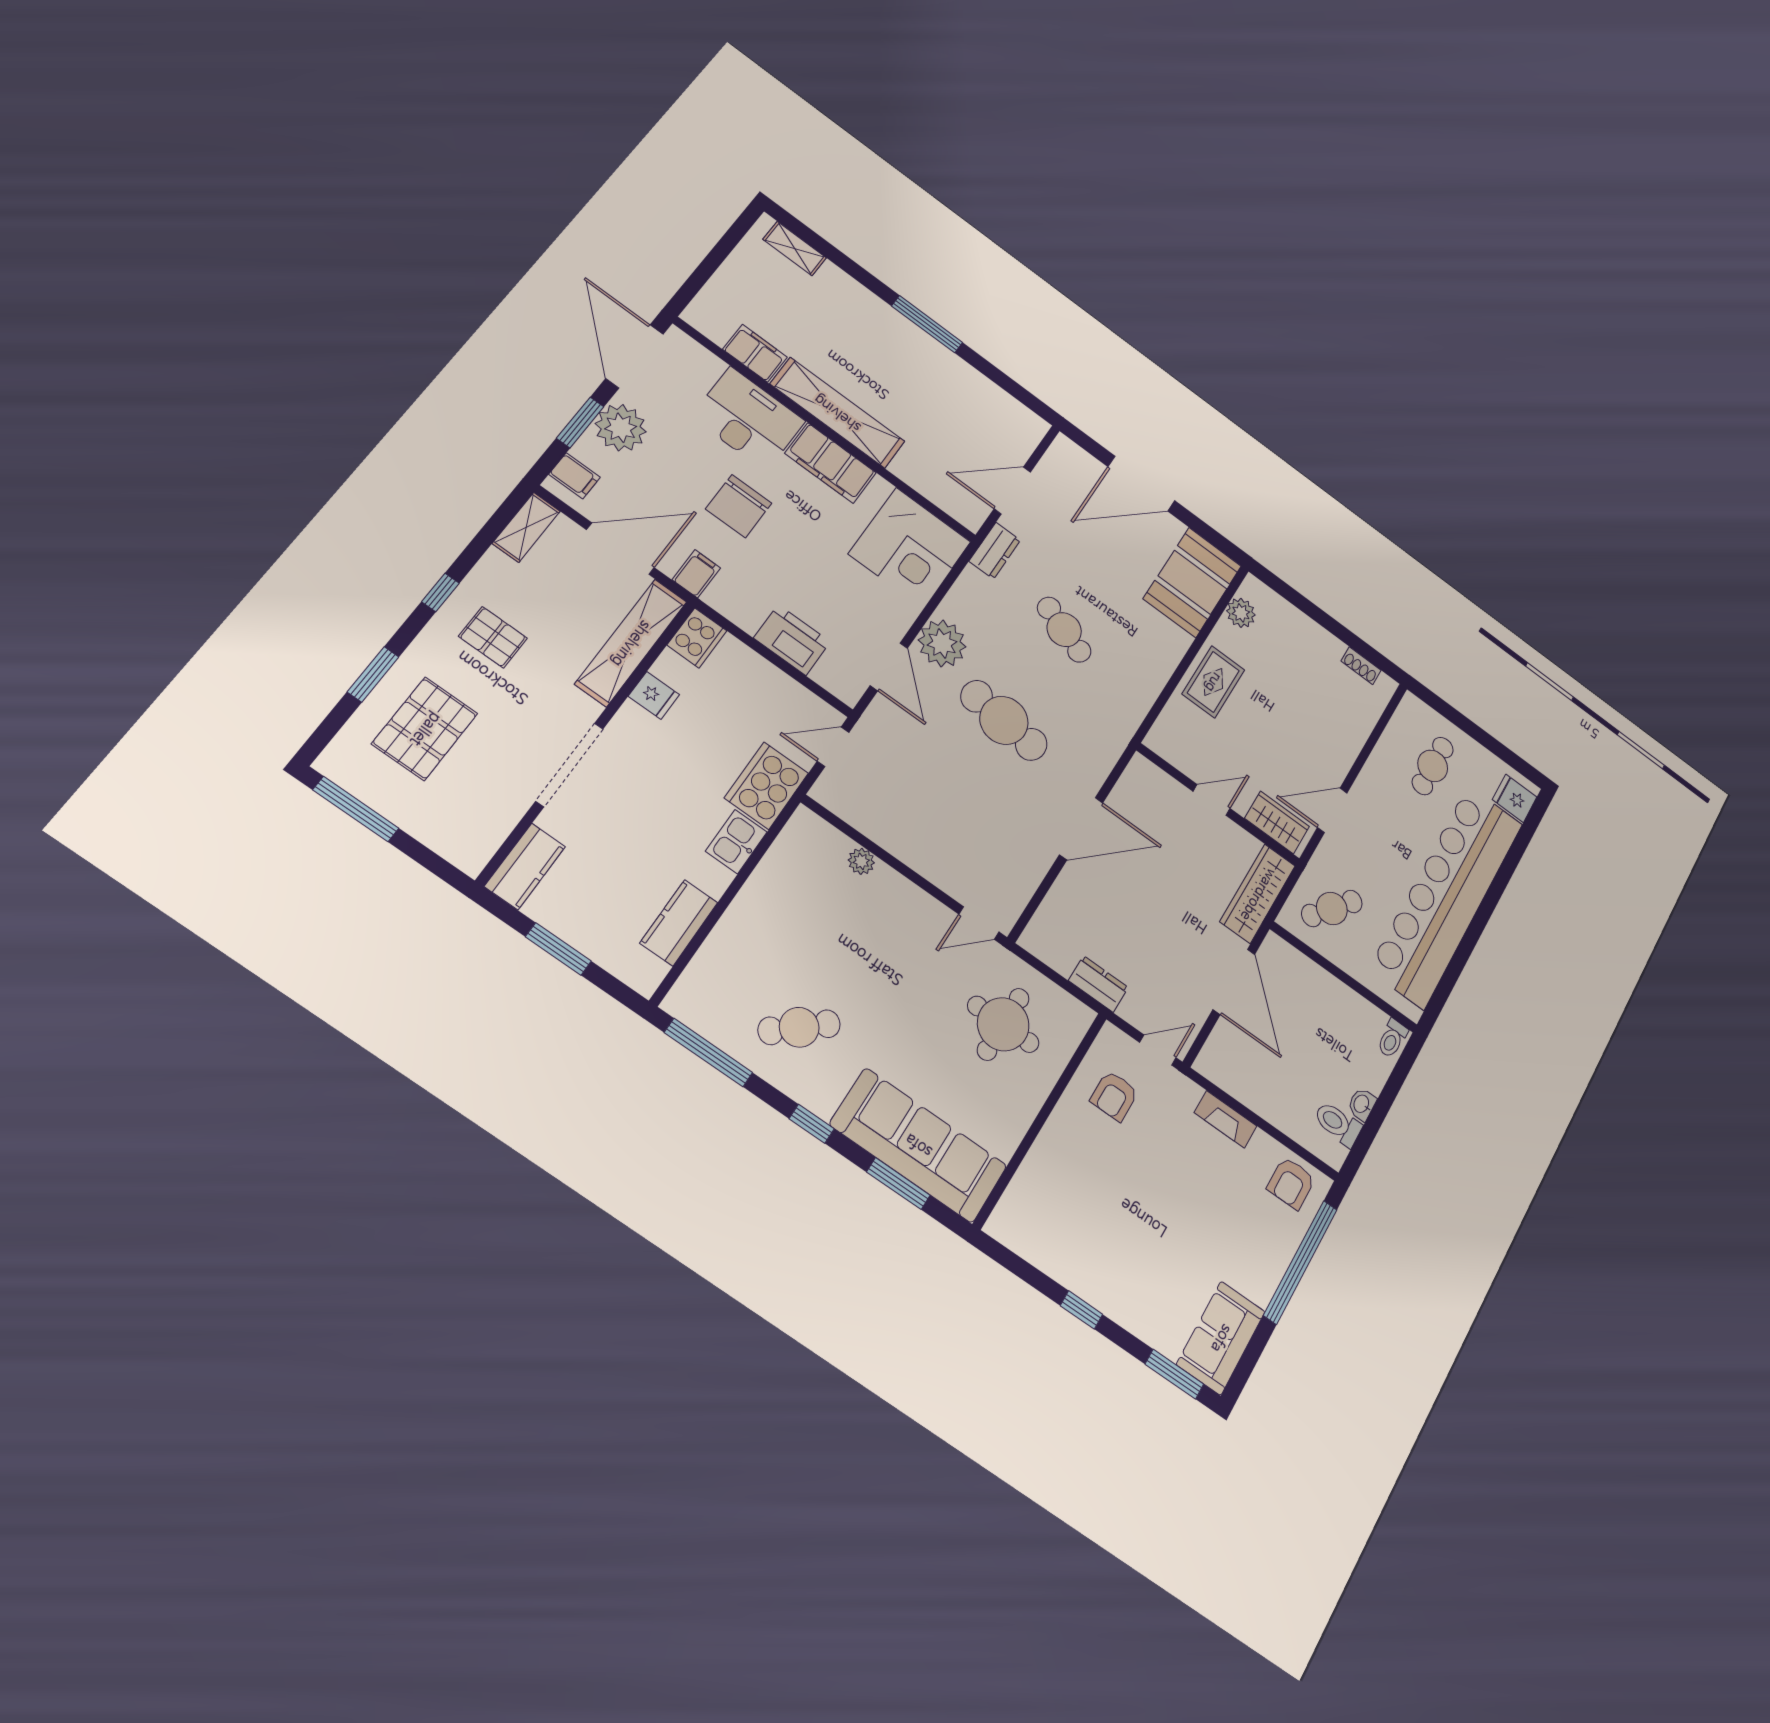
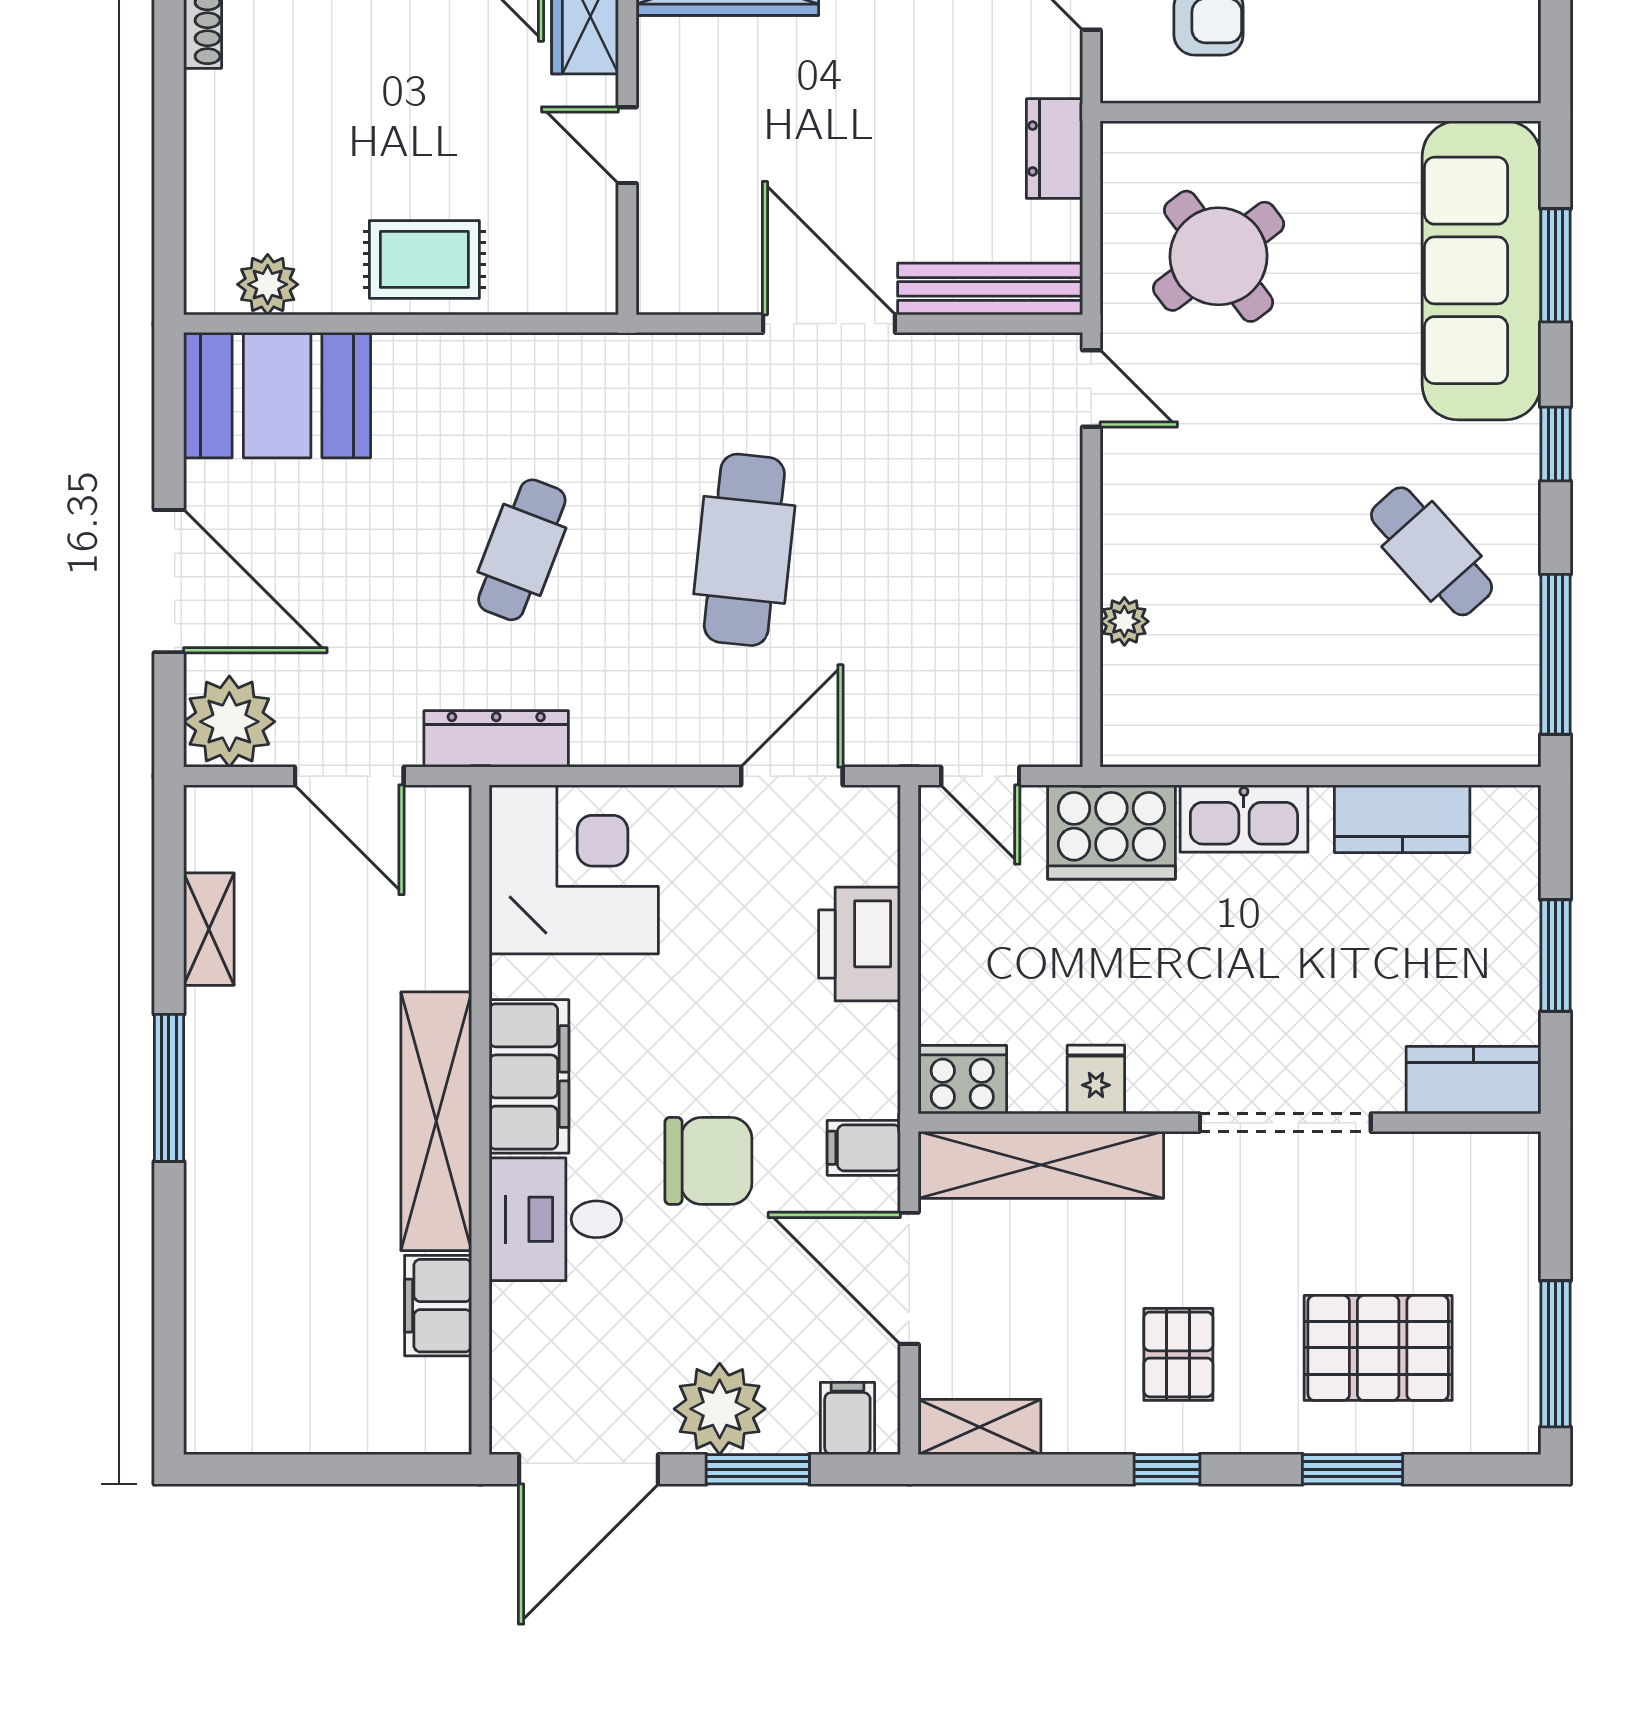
shelving: (795, 249) -> (209, 929), moved
desk: (748, 419) -> (555, 1219), width x0.73
dresser: (995, 551) -> (496, 739), width x1.44
plant: (942, 643) -> (229, 722), moved
kitchen sink: (736, 842) -> (1244, 819), width x1.38
bench: (1053, 910) -> (990, 289), added
round table: (1003, 1024) -> (1219, 256), turned -37

